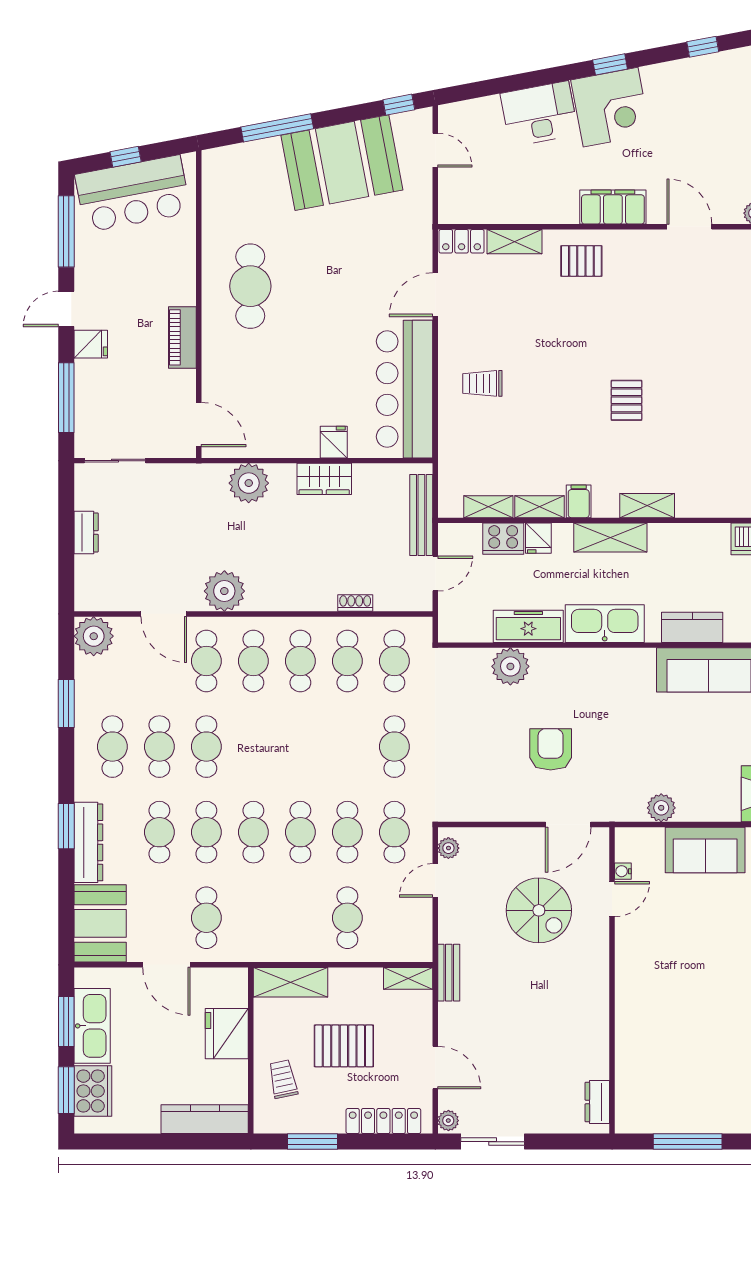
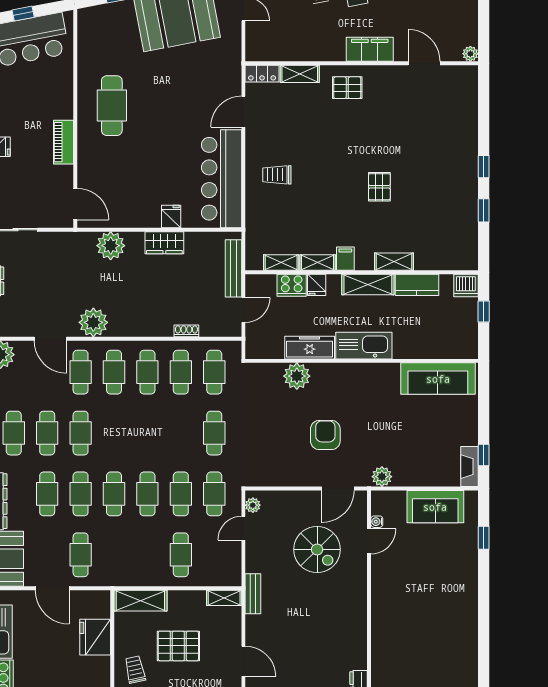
kitchen counter: (692, 627) -> (417, 285), moved, turned 180
plant: (661, 808) -> (382, 477), moved

